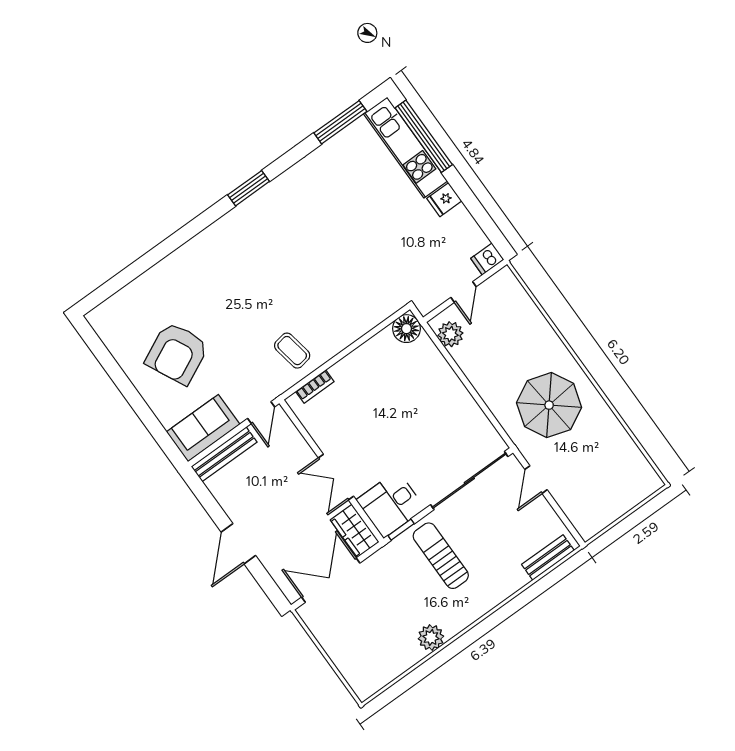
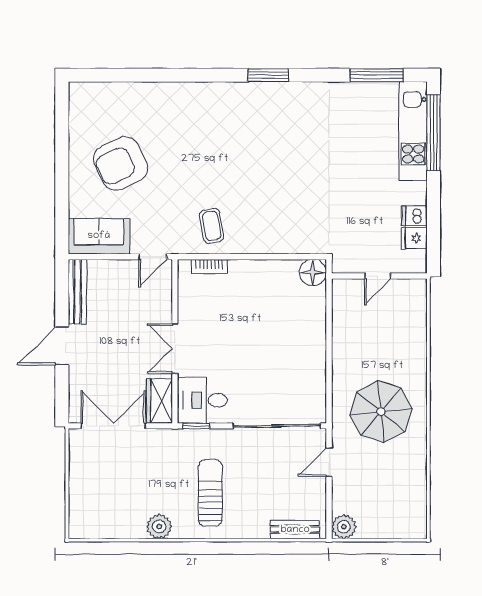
fridge: (444, 200) -> (414, 238), moved
dishwasher: (487, 259) -> (414, 216), moved
plant: (450, 334) -> (344, 527), moved
bench: (224, 454) -> (77, 292), moved, turned 90
sun lounger: (441, 556) -> (210, 493), moved

